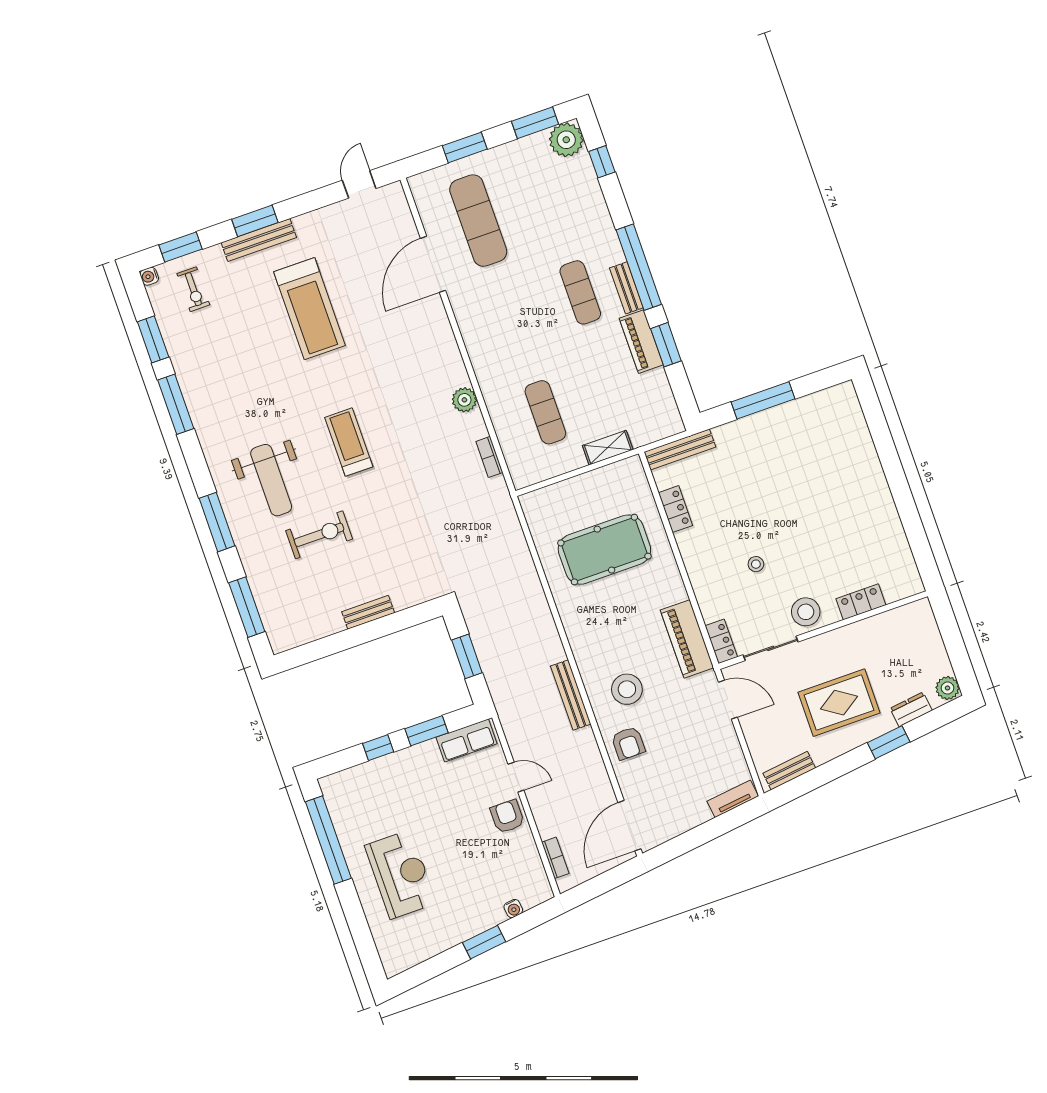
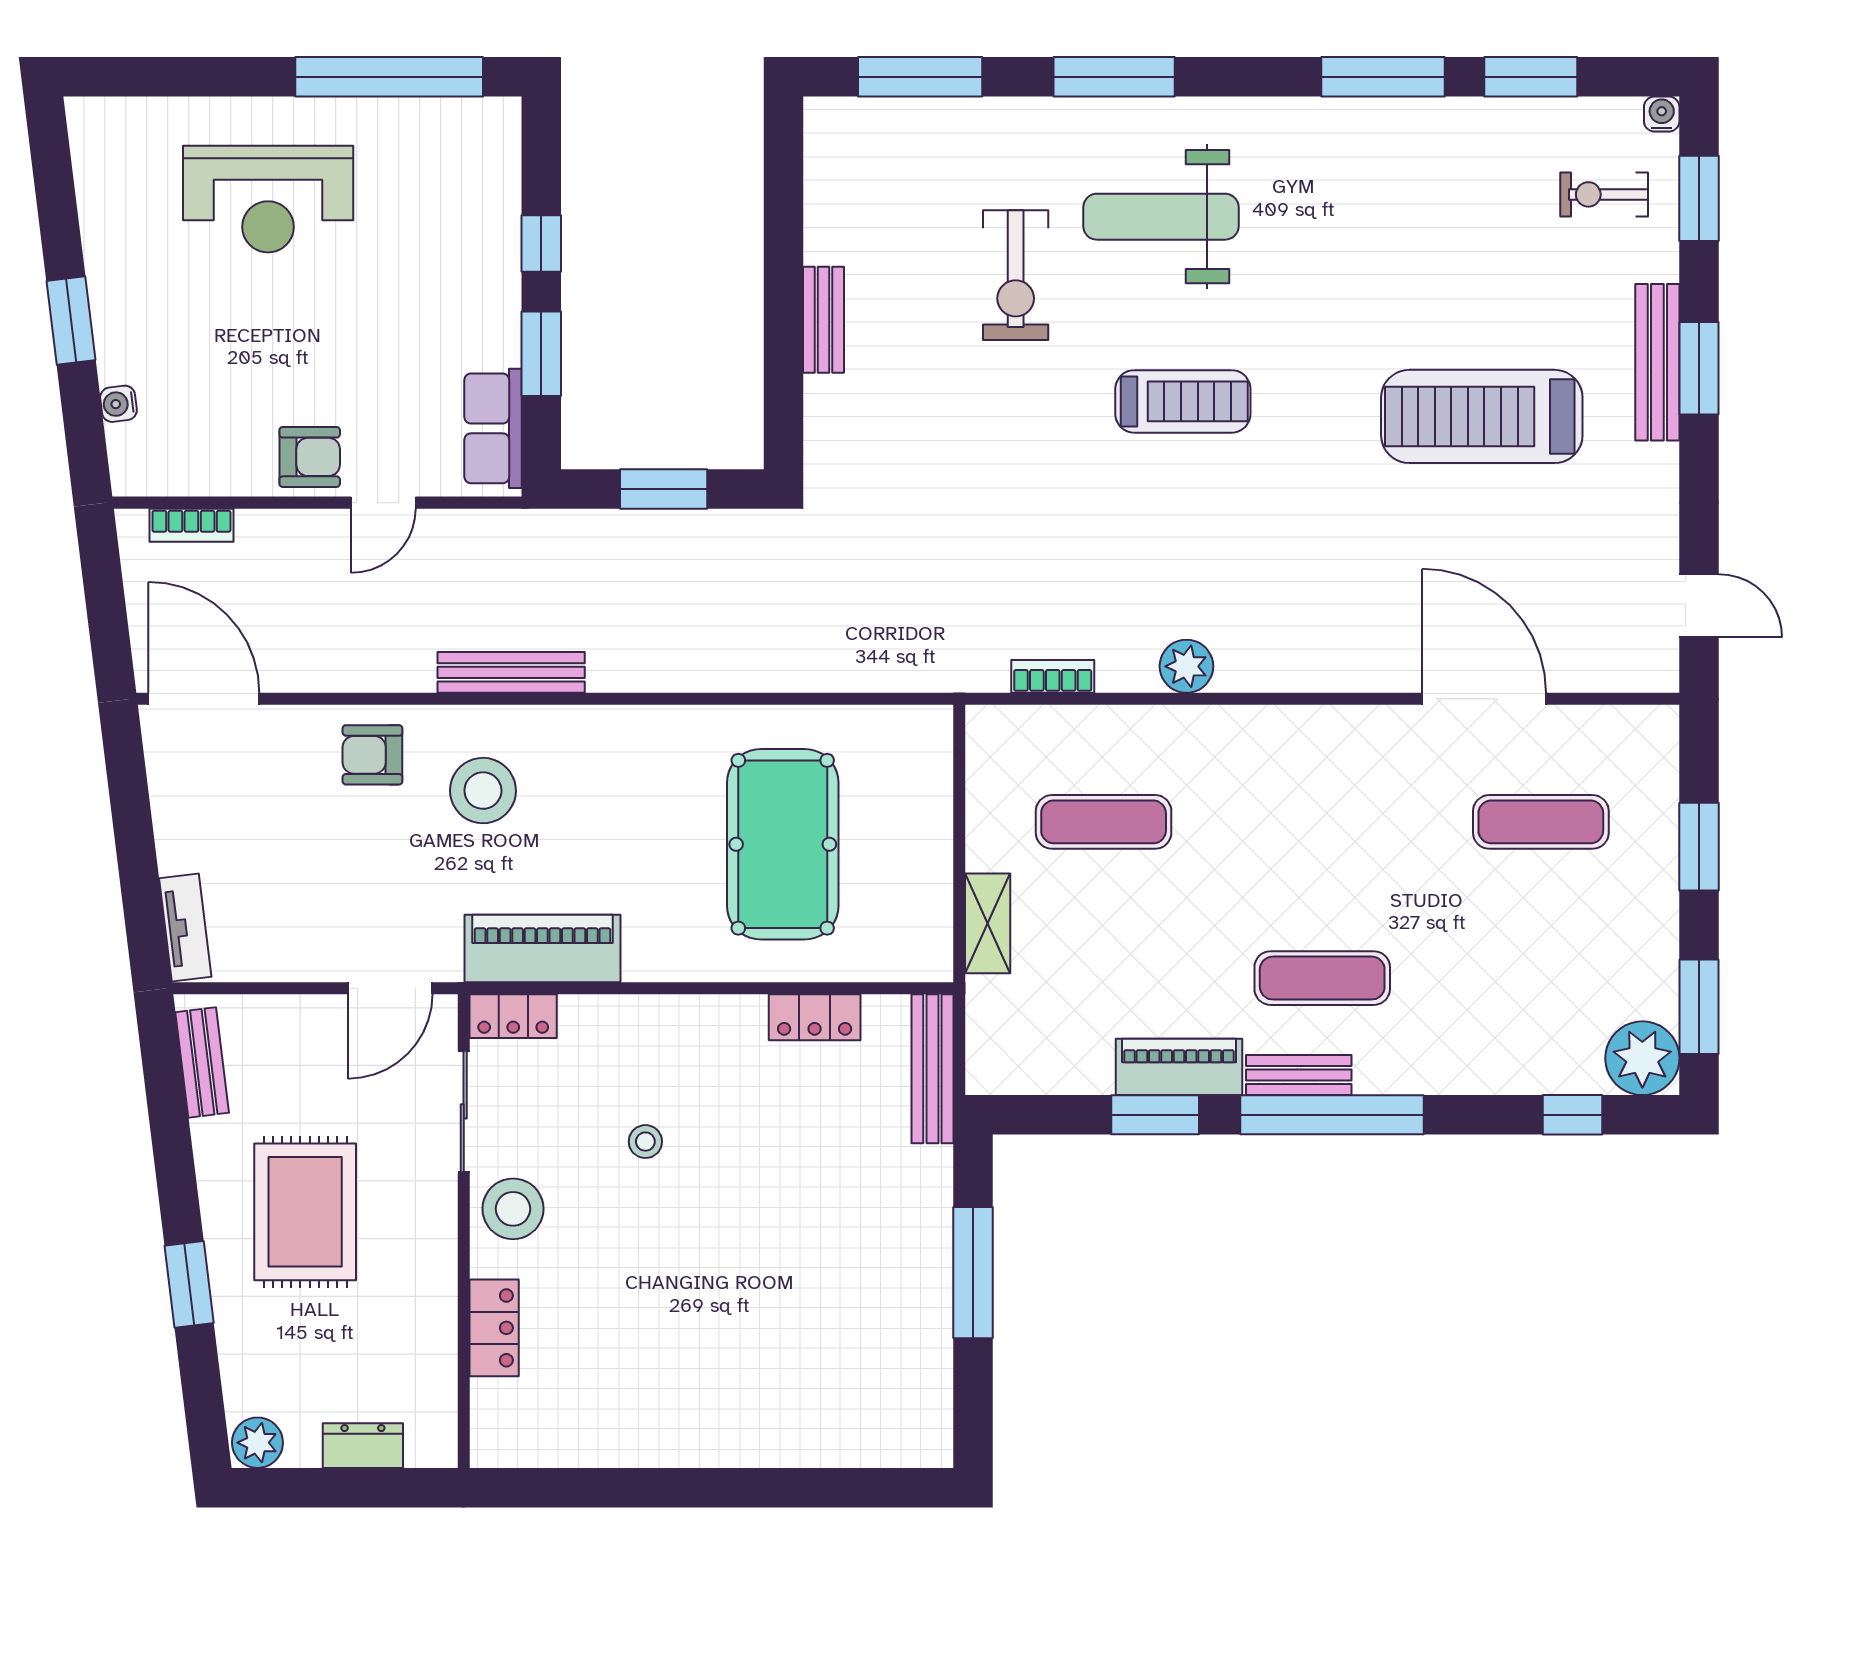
exercise mat: (478, 221) -> (1541, 822), width x0.73, depth x0.69
dresser: (911, 709) -> (363, 1446), moved, turned -83

